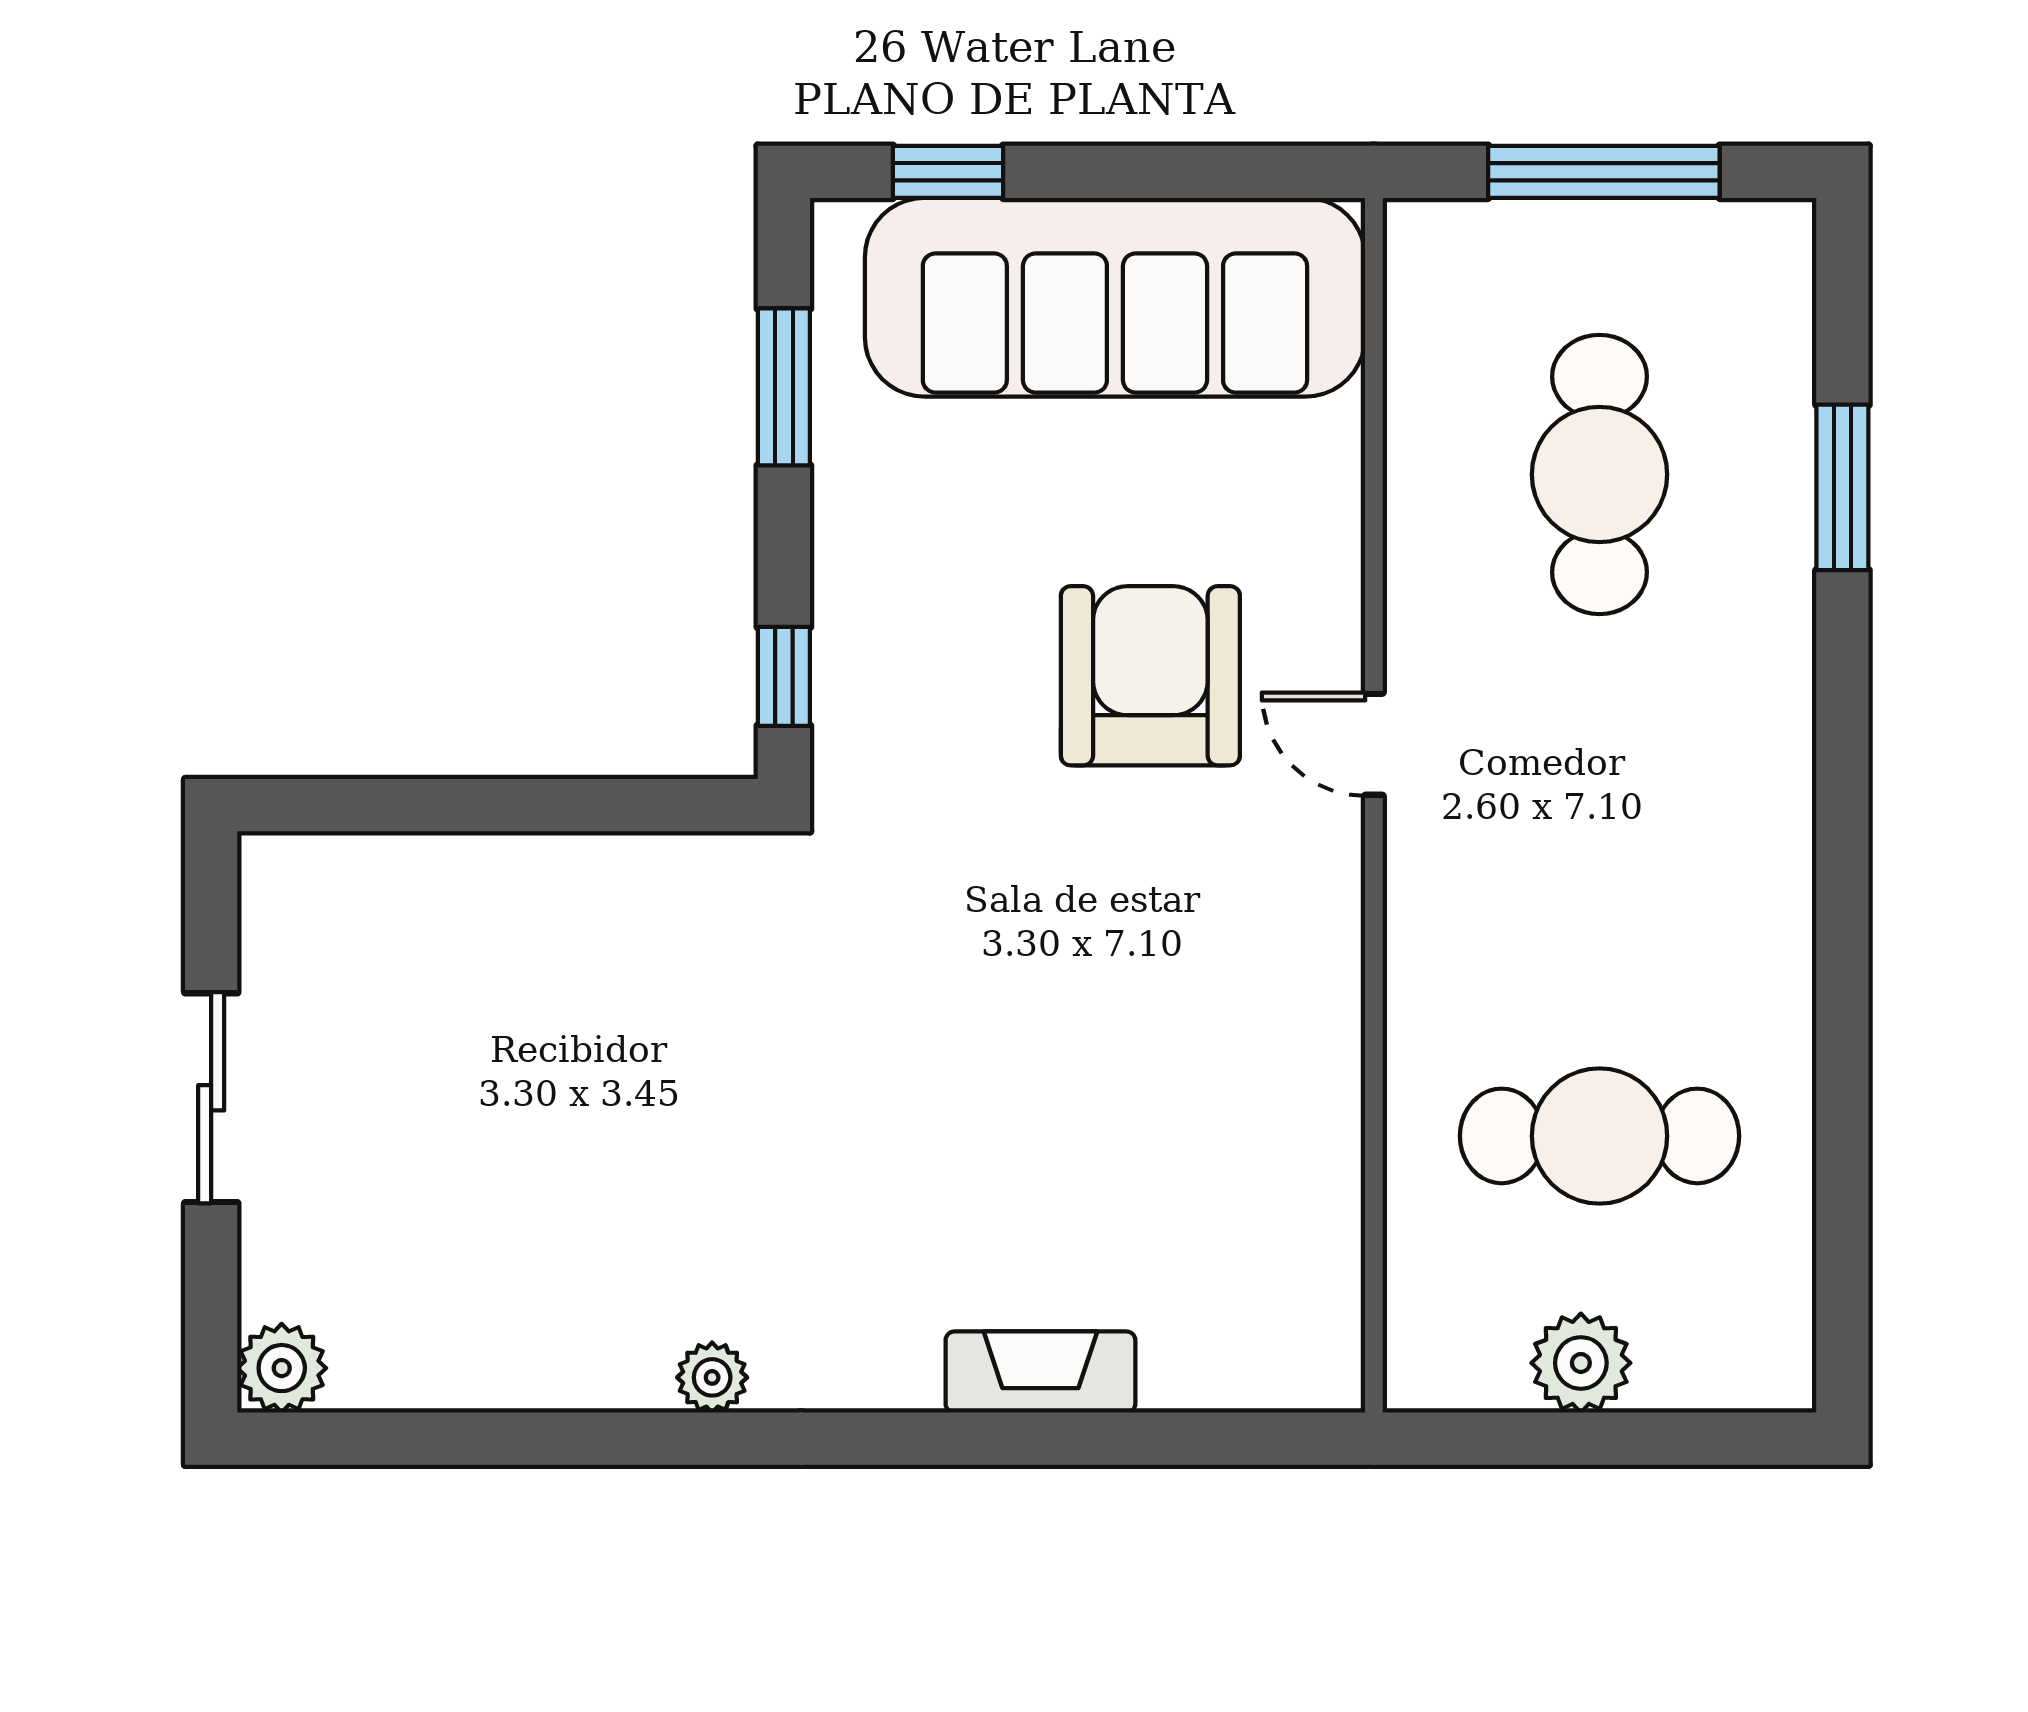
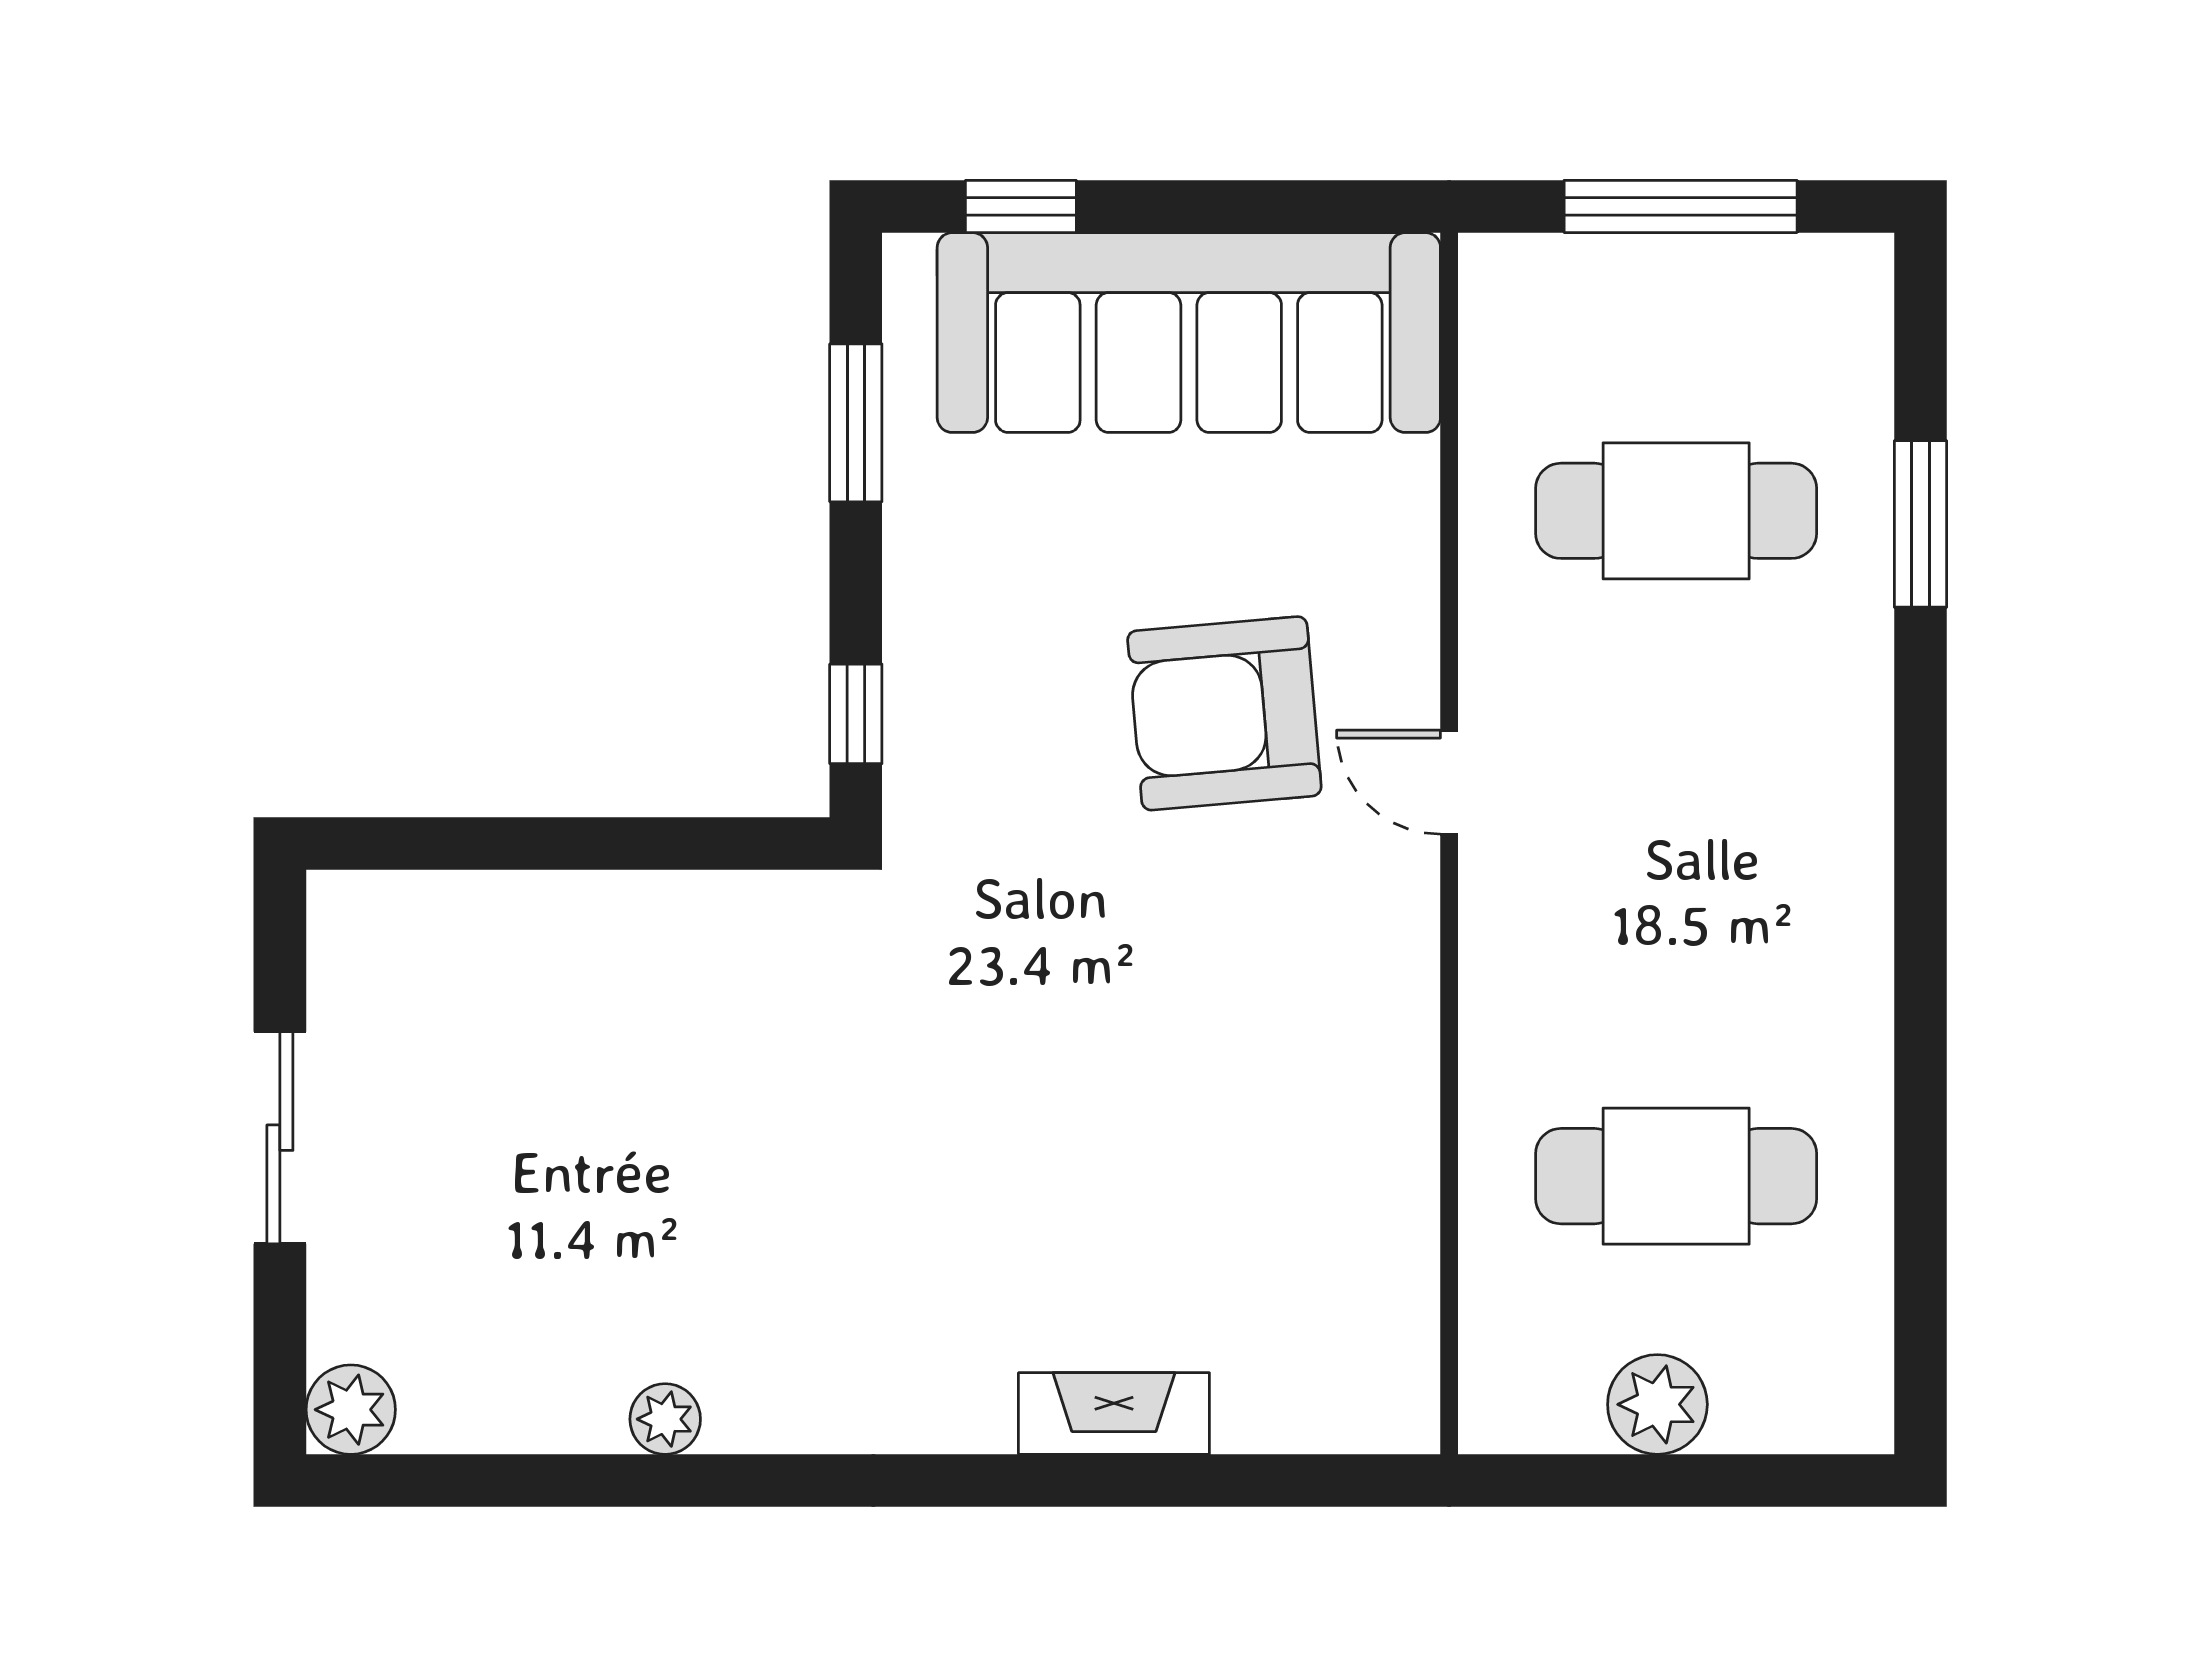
cafe table: (1599, 474) -> (1676, 511), turned 90
armchair: (1150, 676) -> (1224, 713), turned -95
plant: (712, 1377) -> (665, 1419), moved

